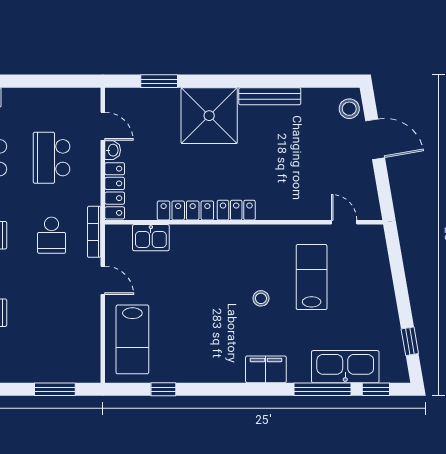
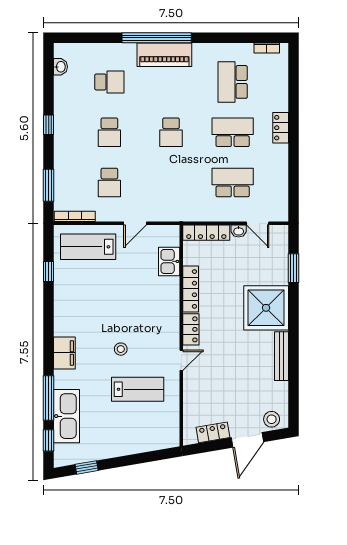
door: (103, 126) -> (258, 223), hinge flipped
locker: (366, 182) -> (213, 432), added
door: (344, 222) -> (181, 360), moved
bookcase: (94, 232) -> (75, 216), moved
school desk: (52, 235) -> (109, 182), moved, turned -90

